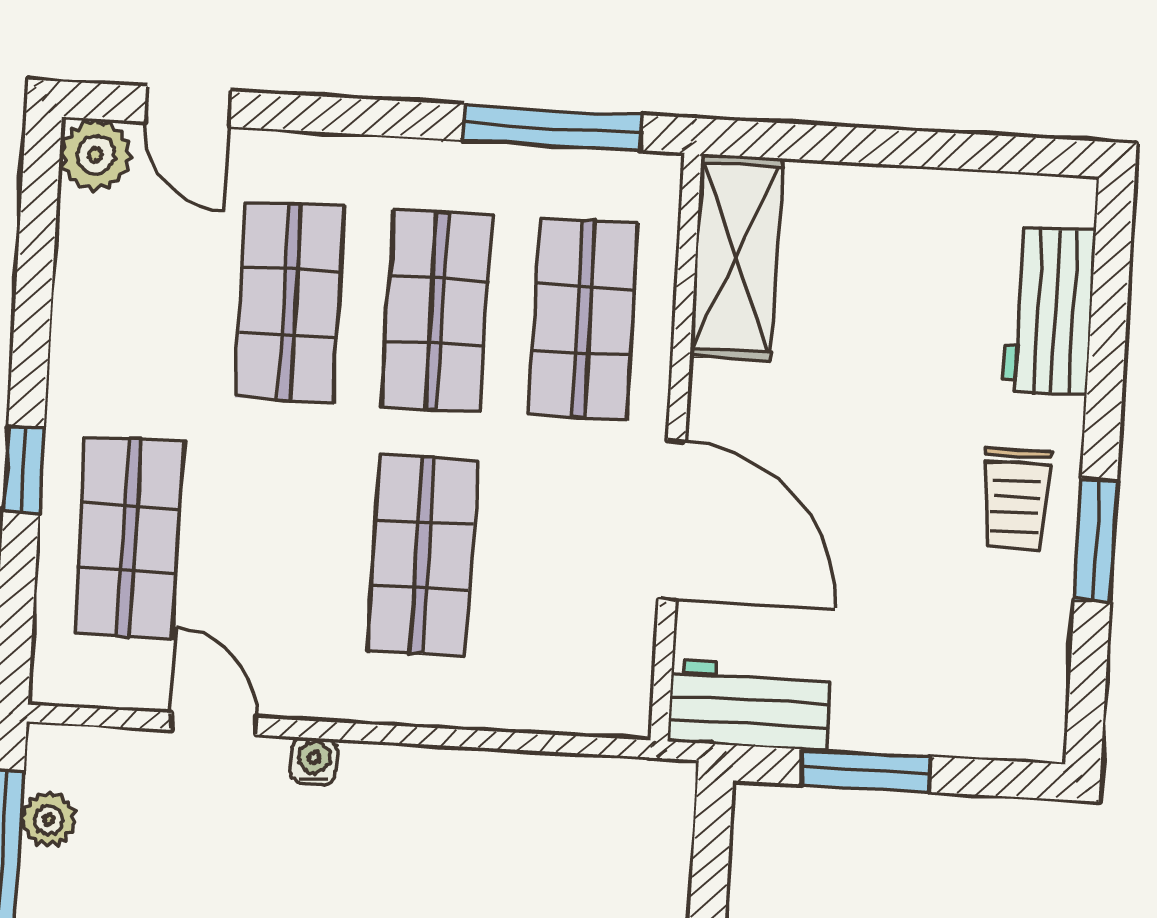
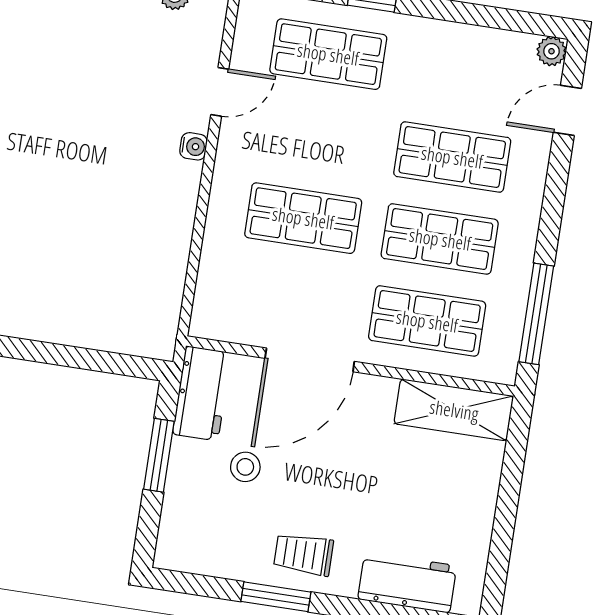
plant: (95, 155) -> (551, 51), width x0.73, depth x0.73
stool: (872, 616) -> (245, 467), added

